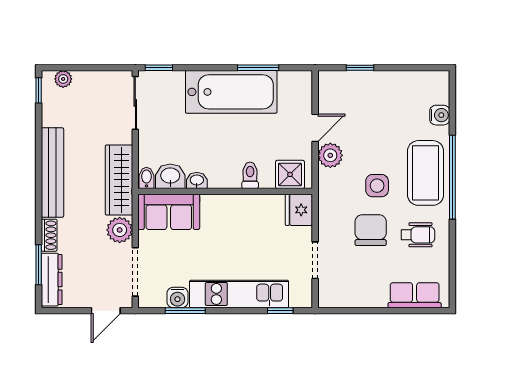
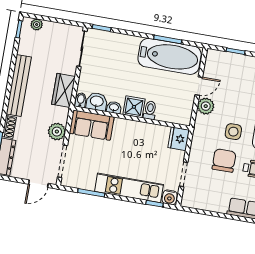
bathtub: (231, 92) -> (170, 56), moved
shower: (290, 174) -> (134, 107), moved
wardrobe: (119, 180) -> (63, 90), width x0.67
water cooler: (177, 298) -> (170, 197), moved

